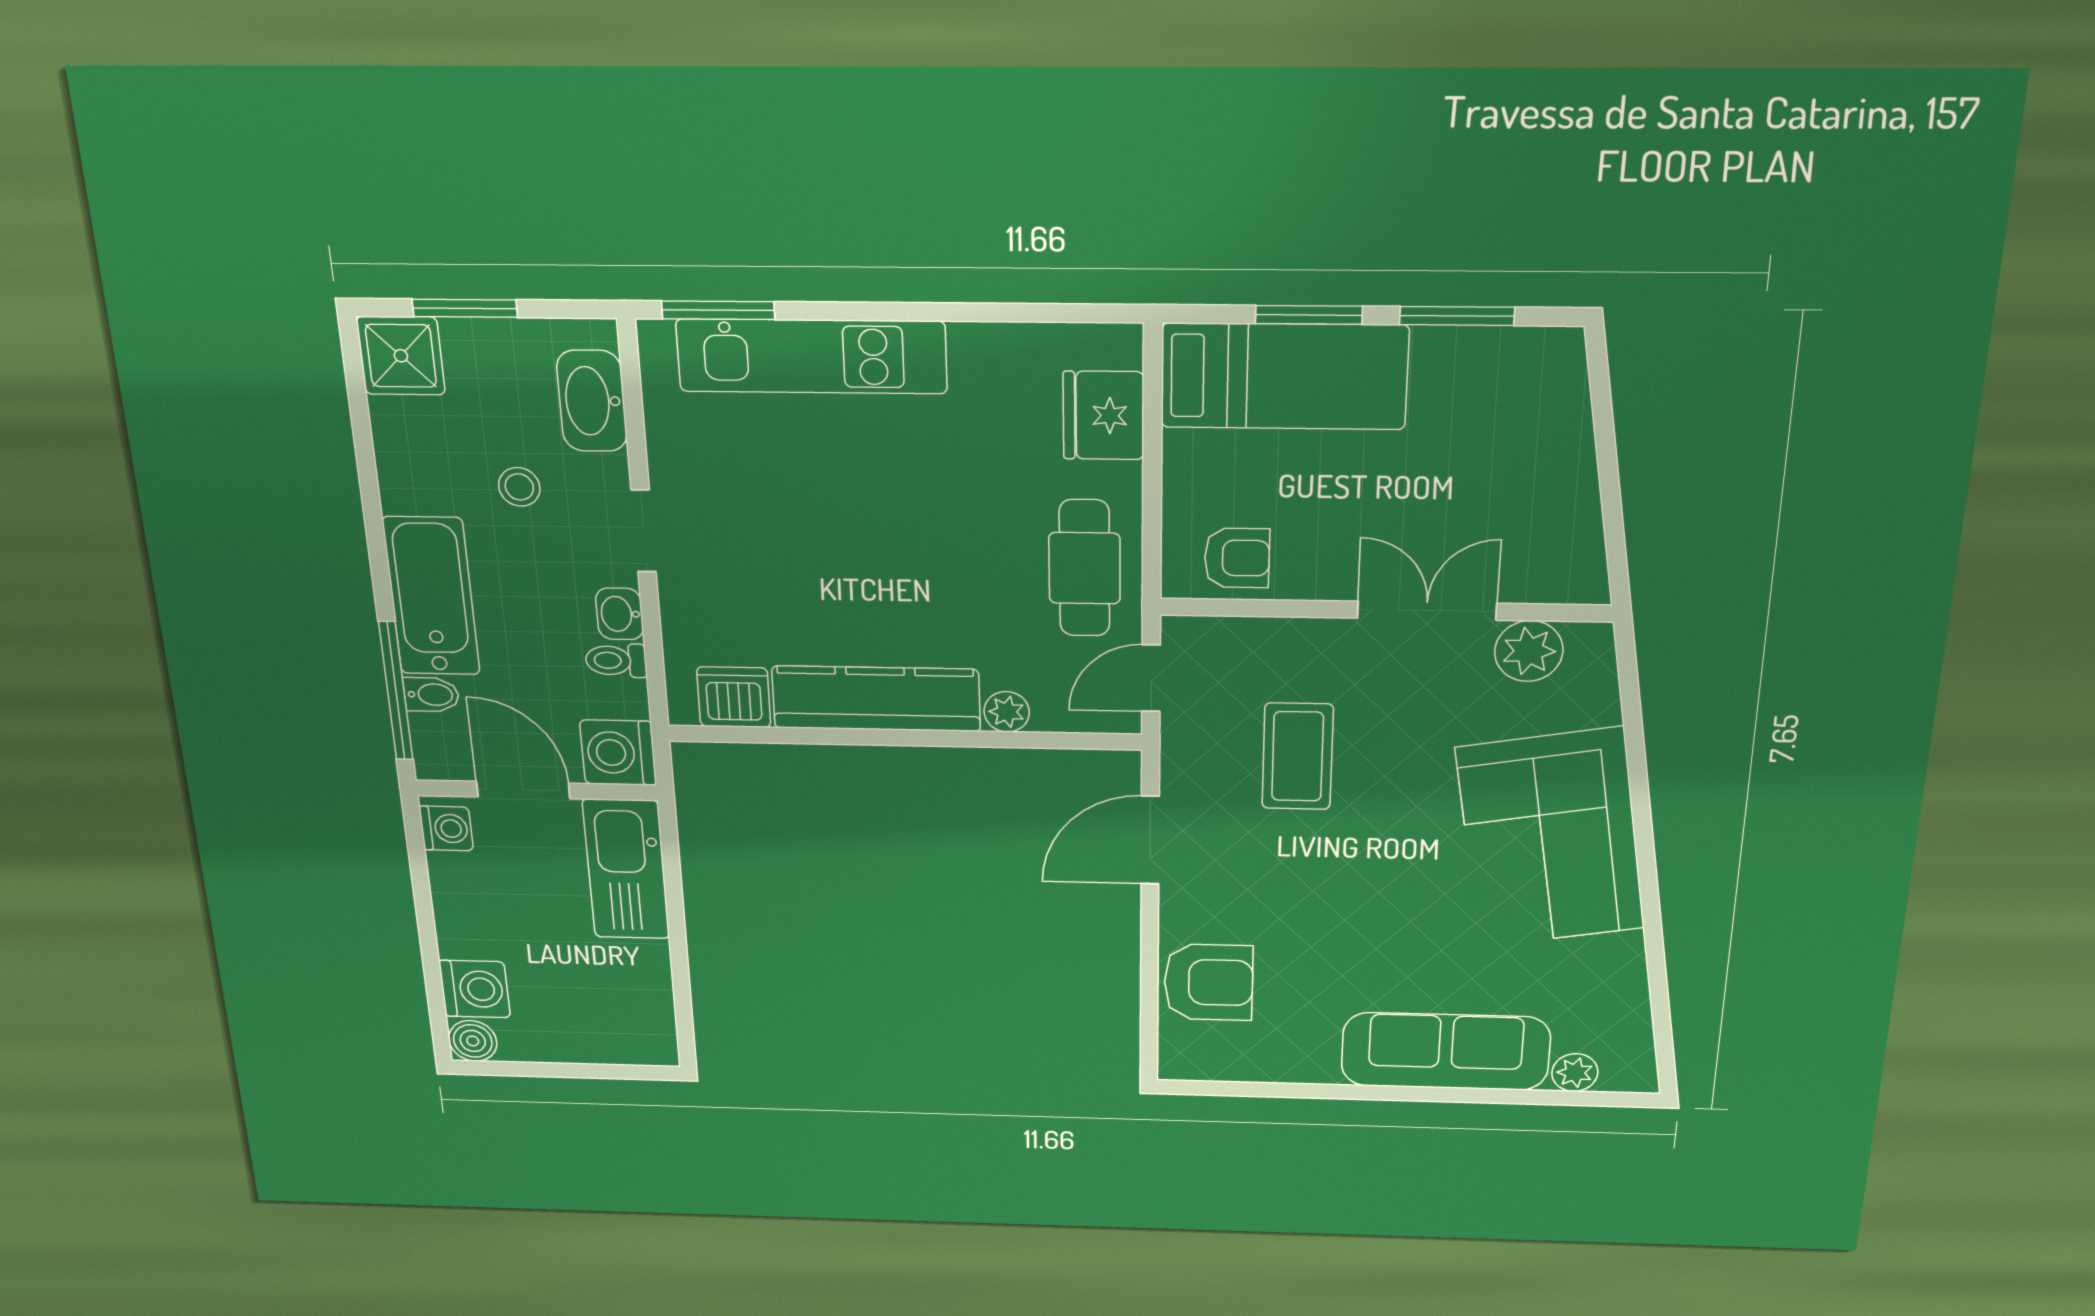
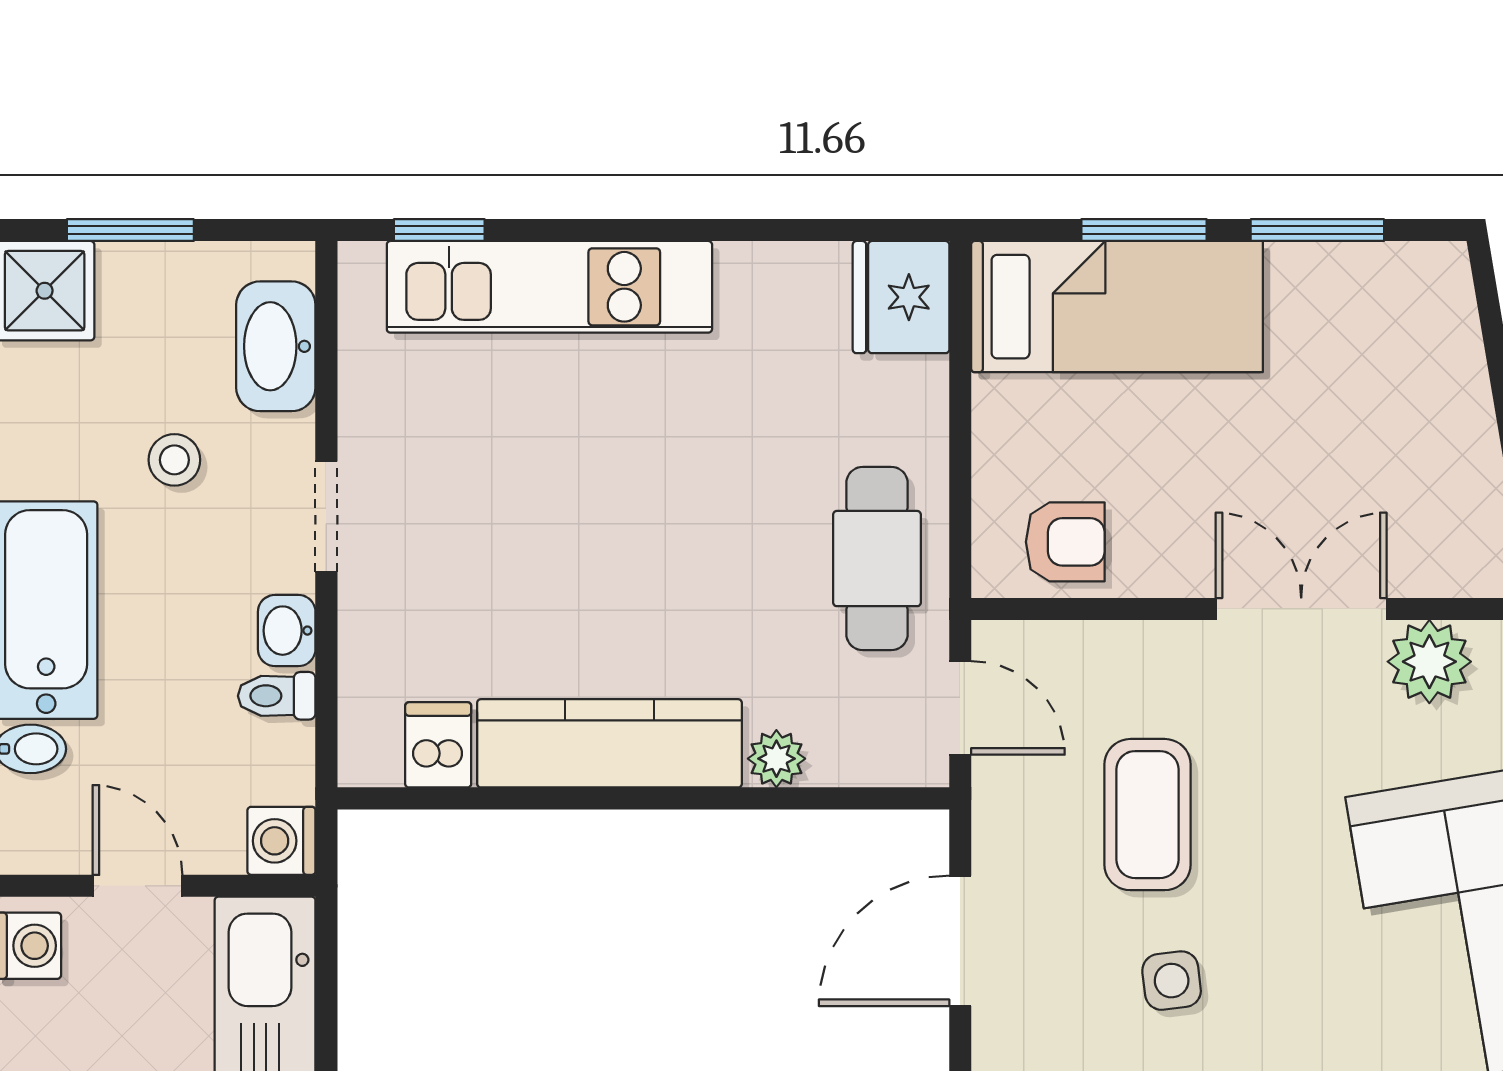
window: (718, 310) -> (439, 230), width x0.67
fridge: (1103, 416) -> (901, 297), moved
door: (1151, 678) -> (960, 708), swing flipped
dishwasher: (734, 697) -> (438, 745), width x0.73
washing machine: (618, 753) -> (281, 841), width x0.73, depth x0.73
door: (523, 790) -> (137, 886), width x0.73
side table: (1312, 871) -> (1172, 981), added

